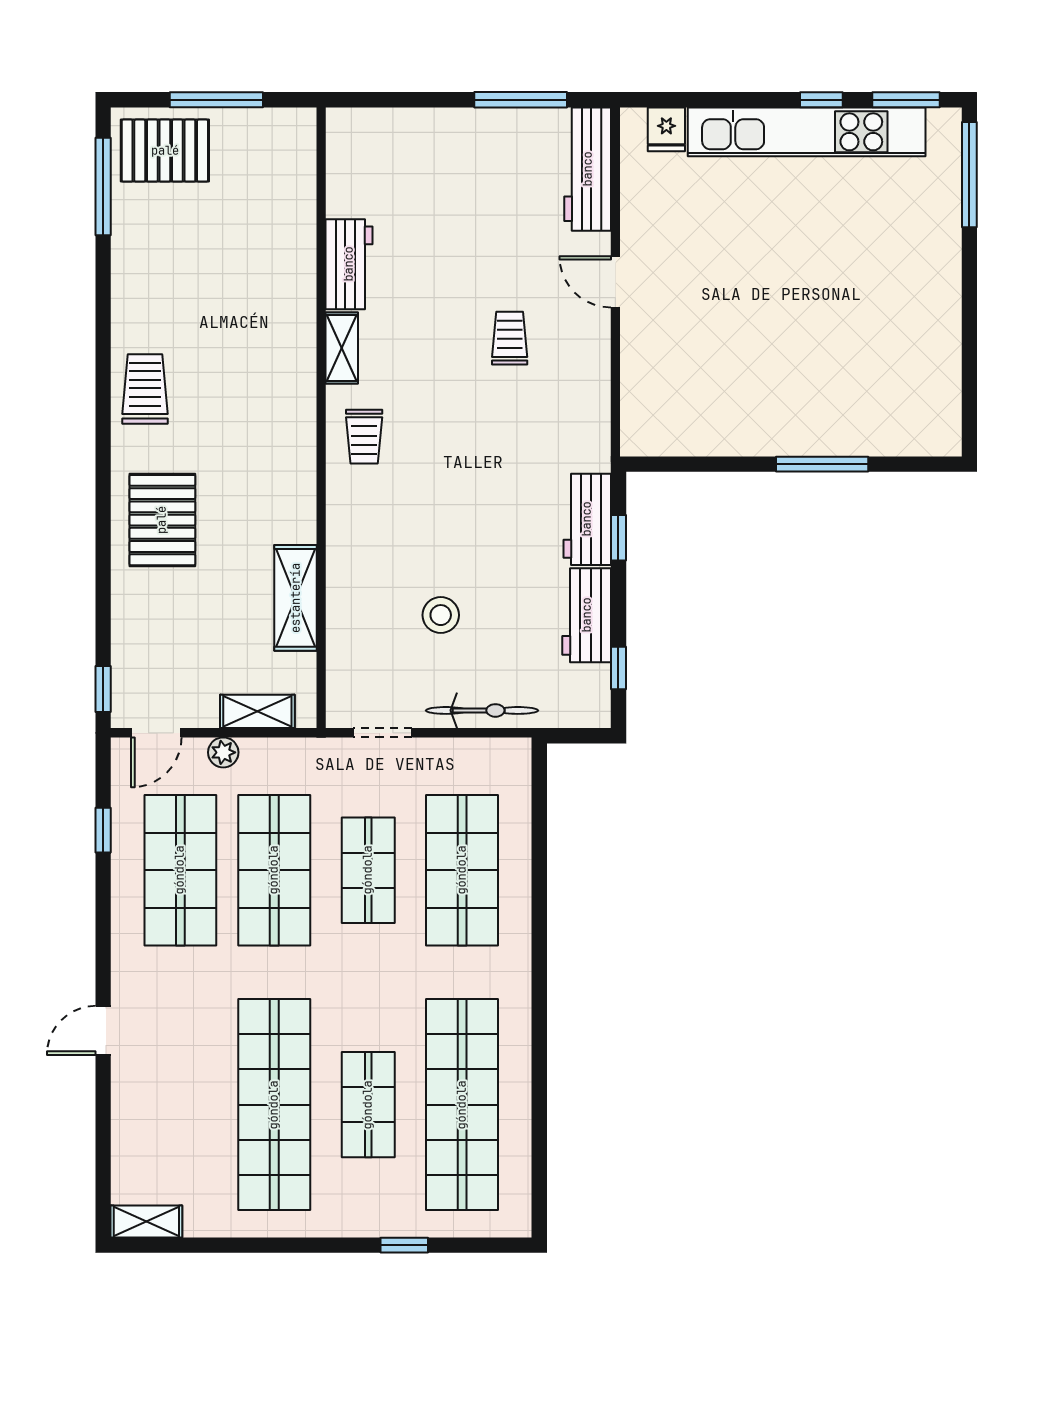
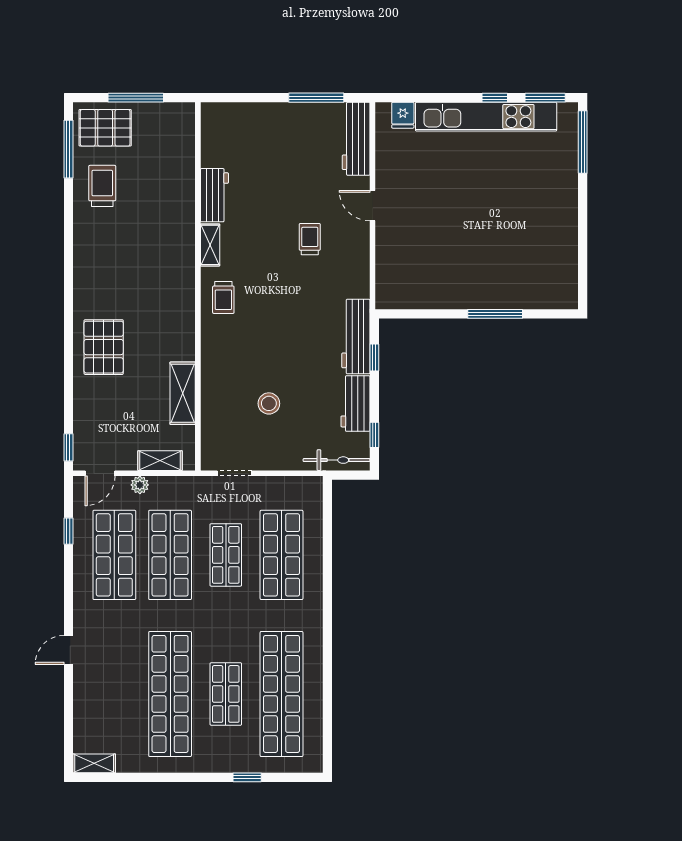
trolley: (145, 389) -> (102, 186), moved
workbench: (587, 519) -> (356, 336), width x1.38
bicycle: (482, 710) -> (337, 460), moved

